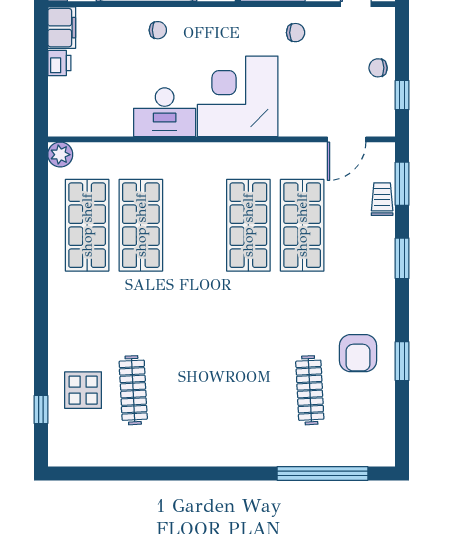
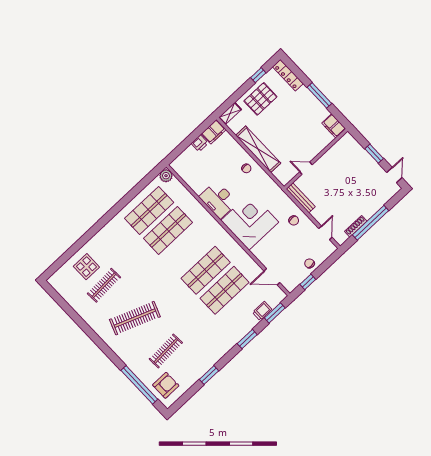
armchair: (358, 353) -> (166, 385), moved, turned 180
clothes rail: (221, 390) -> (135, 318), added
window: (41, 410) -> (64, 258), removed

